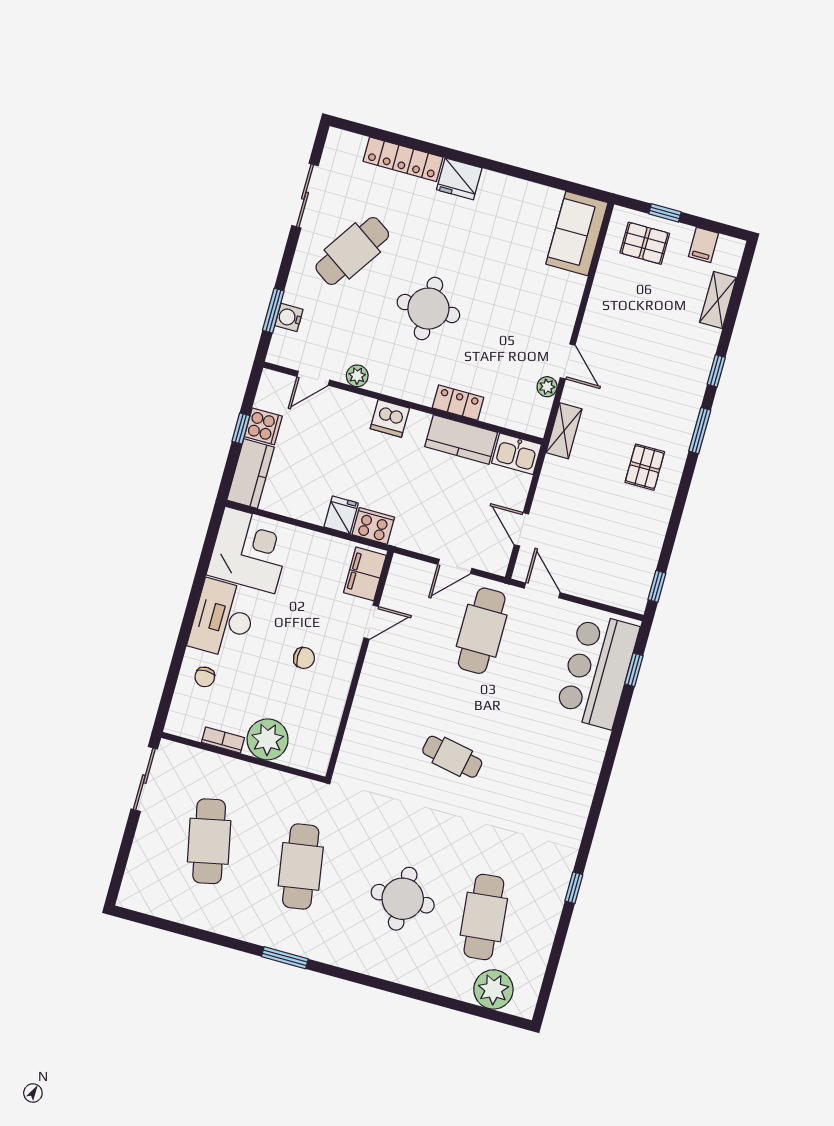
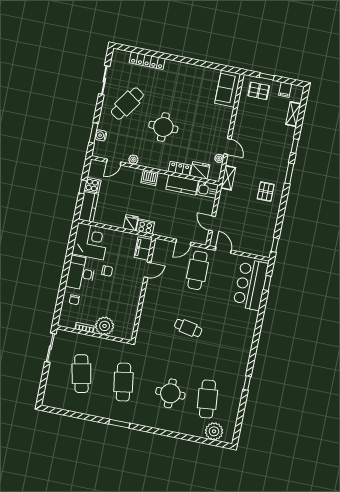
fridge: (459, 179) -> (200, 170), moved, turned 180
chair: (304, 658) -> (107, 271), moved

